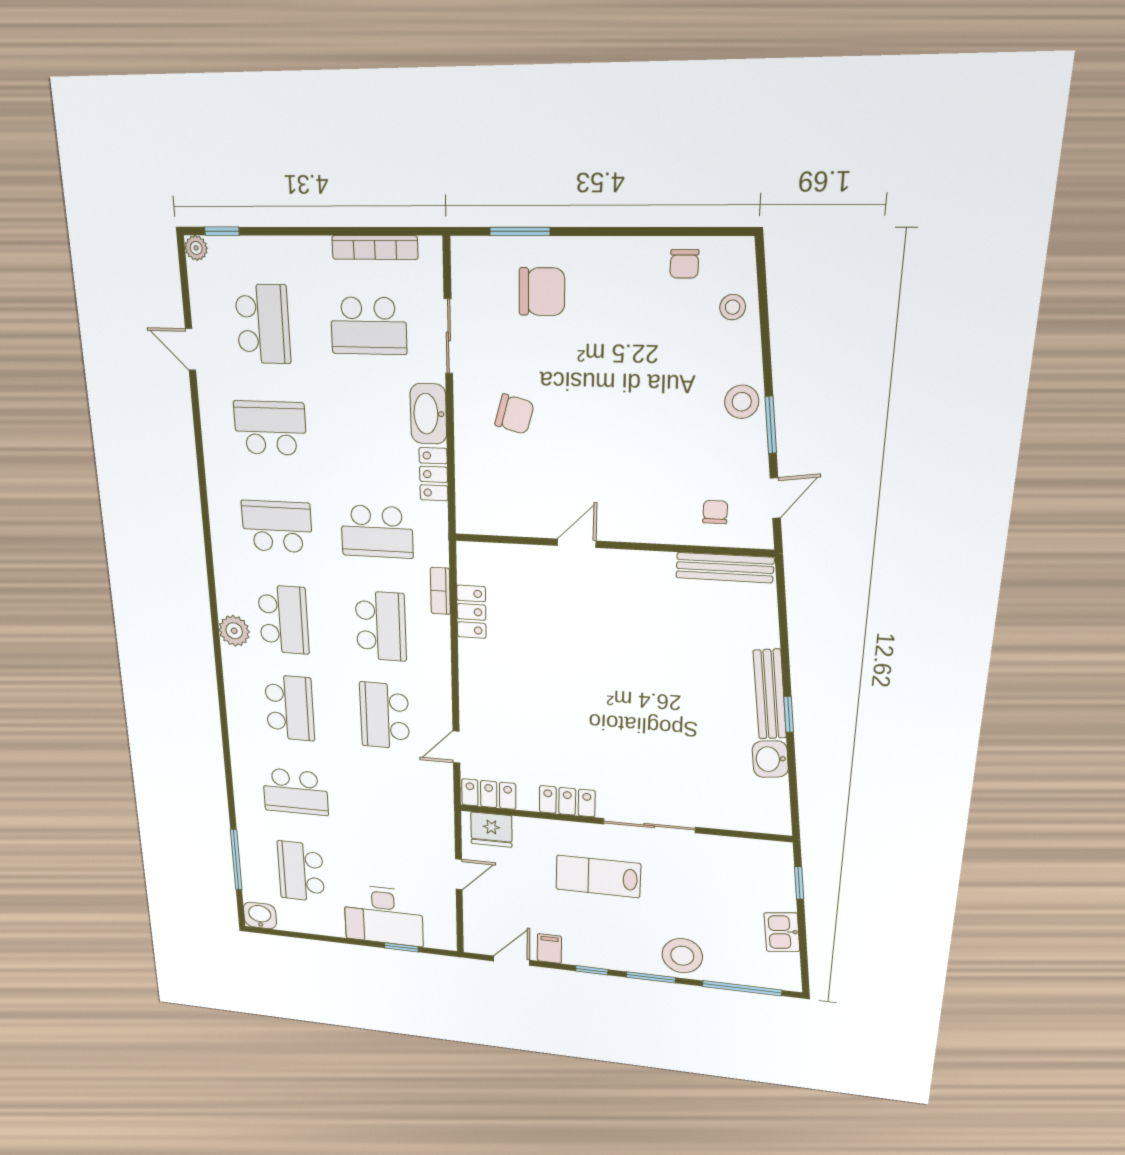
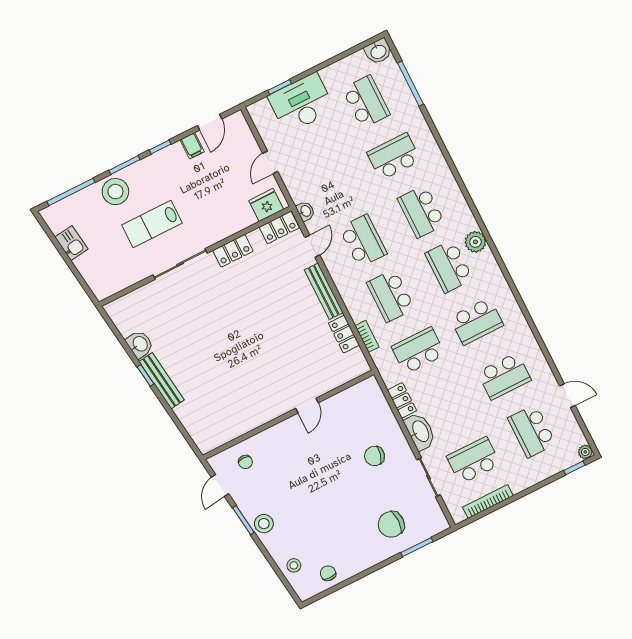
bench: (725, 568) -> (324, 291), moved, turned 90
washbasin: (443, 794) -> (305, 211), added
lab bench: (598, 876) -> (152, 224), moved, turned 180
window: (799, 883) -> (81, 280), removed

